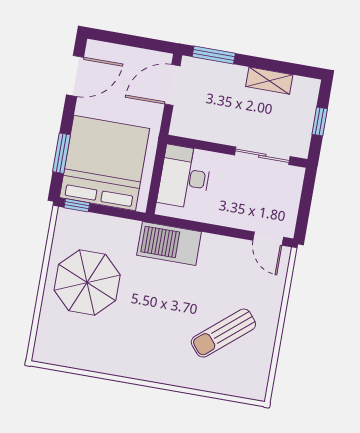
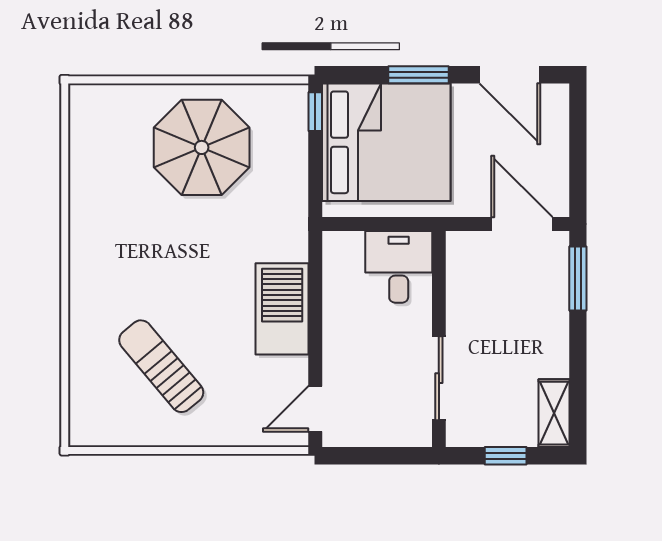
shelving: (269, 81) -> (554, 413), moved
window: (62, 153) -> (418, 75), moved
desk: (185, 177) -> (399, 267), width x0.73
barbecue: (169, 243) -> (282, 309), moved

